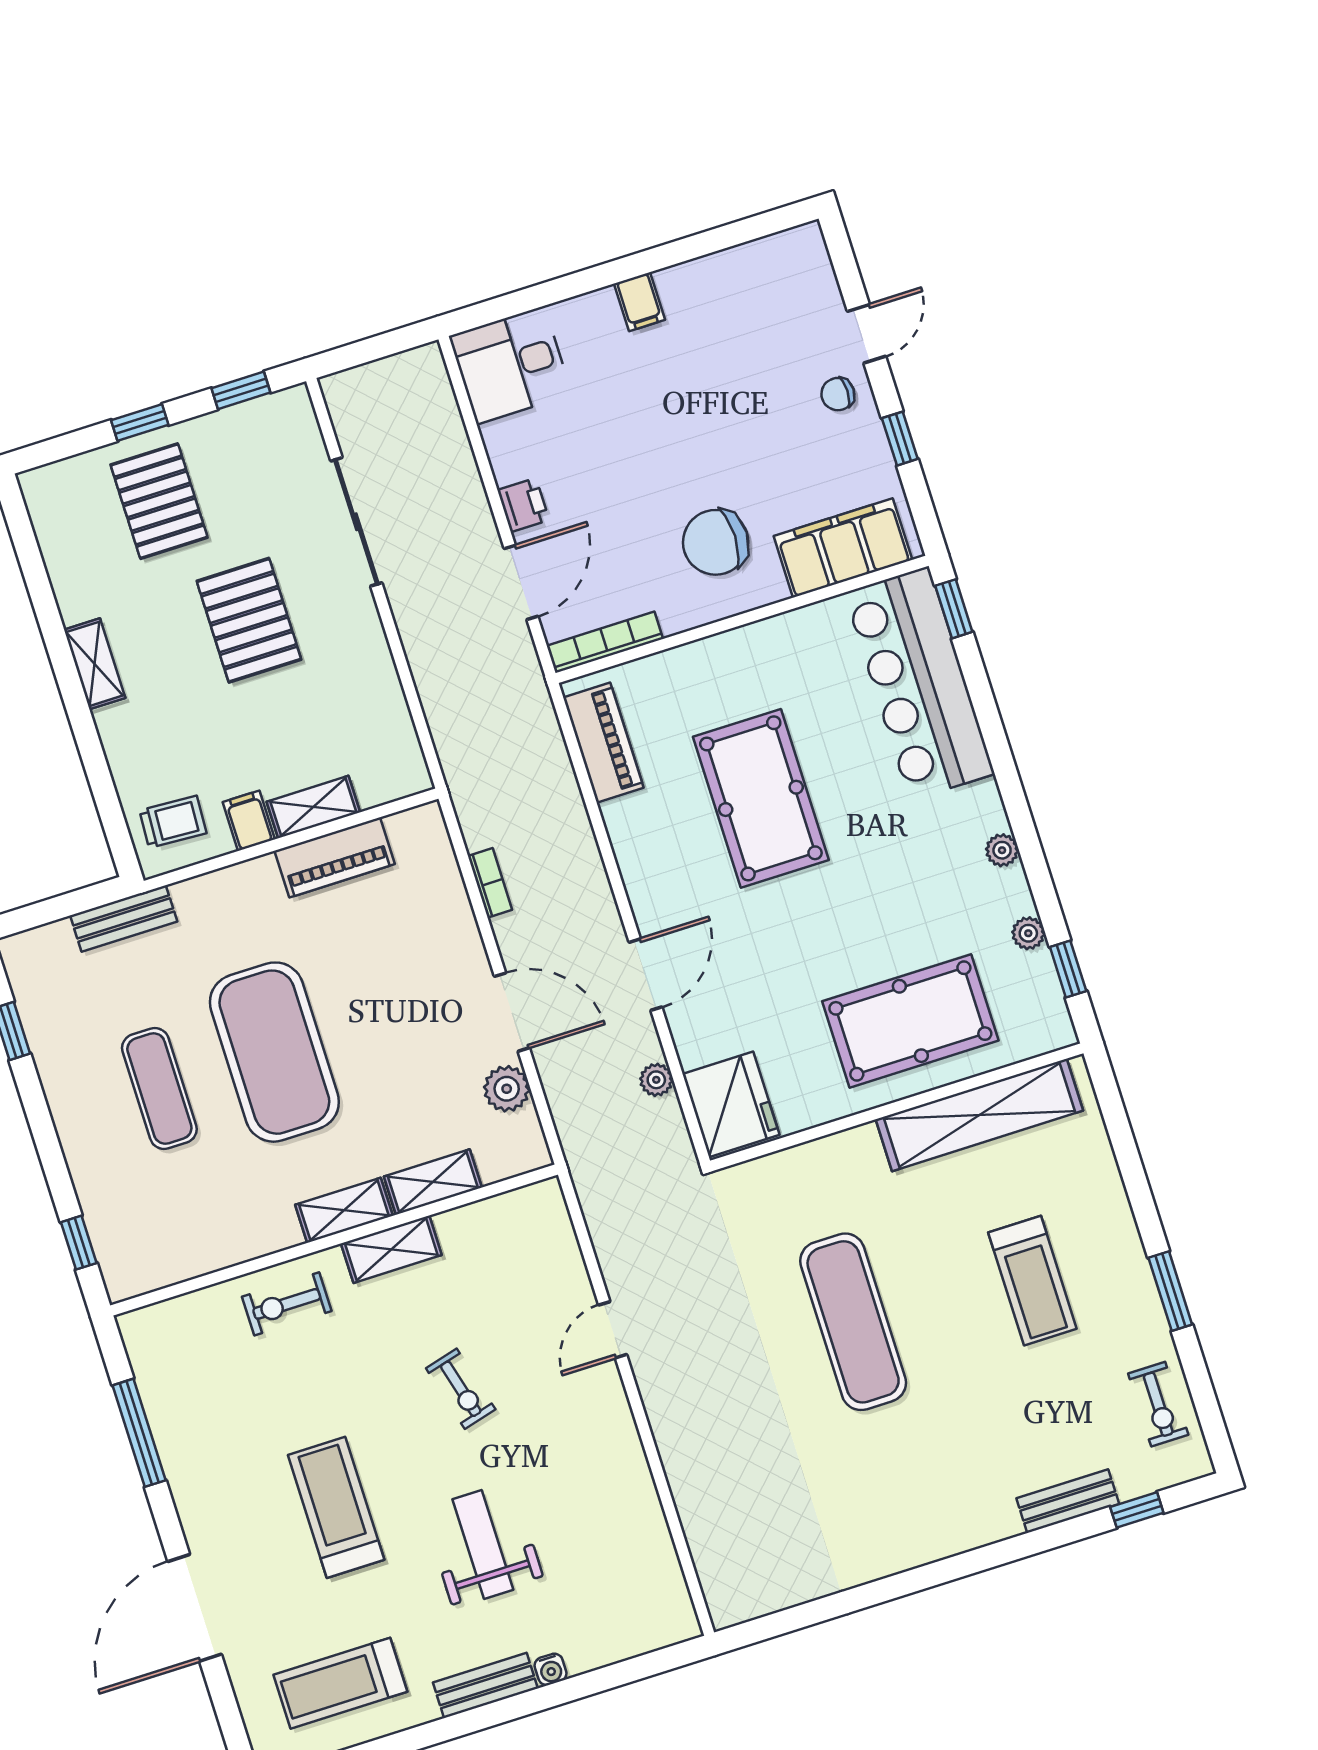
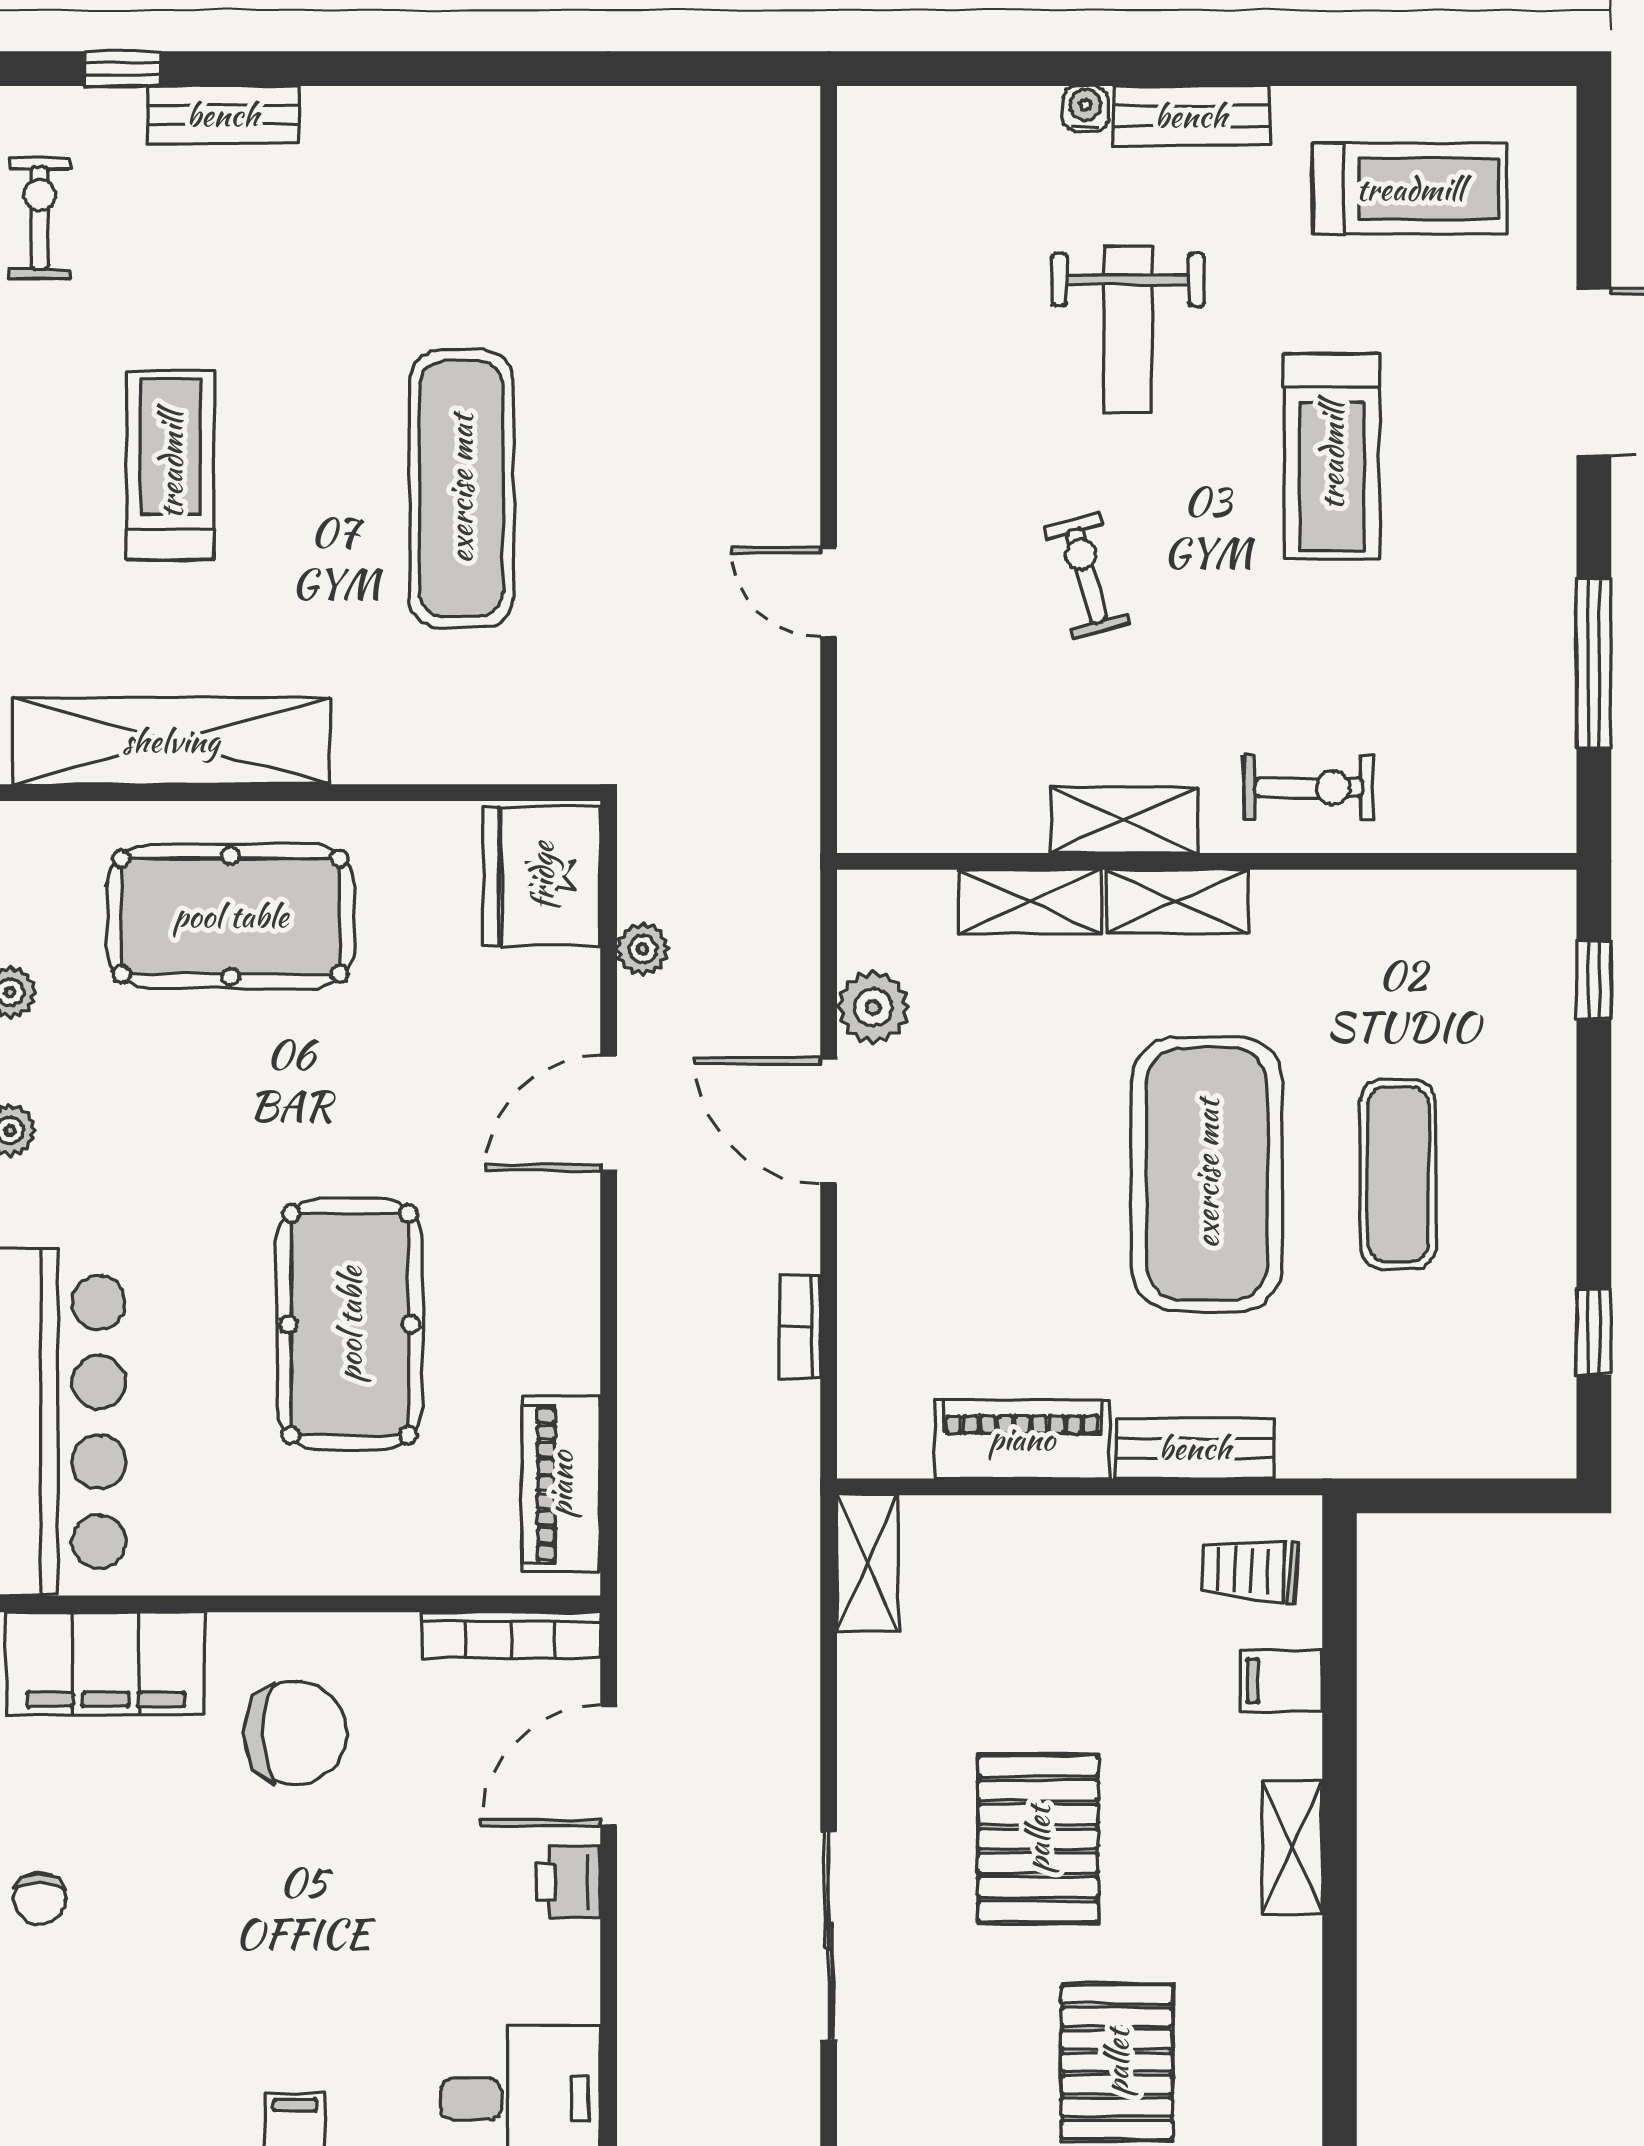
chair: (838, 394) -> (40, 1899), turned 90
shelving: (313, 807) -> (868, 1563), moved, turned 90
filing cabinet: (249, 821) -> (1281, 1681), moved, turned 90
bench: (124, 918) -> (1195, 1448), moved
door: (613, 1330) -> (829, 592), swing flipped

